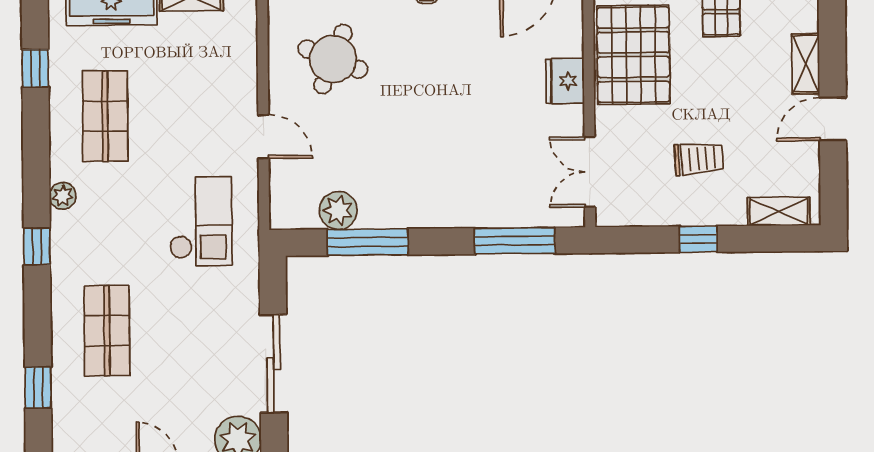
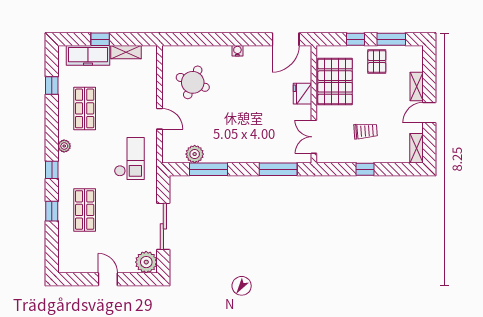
shelving: (779, 211) -> (416, 148), moved, turned 90
window: (38, 387) -> (52, 211), moved

